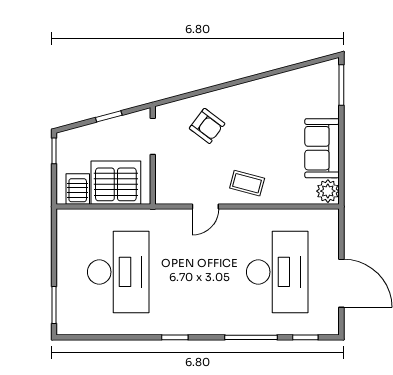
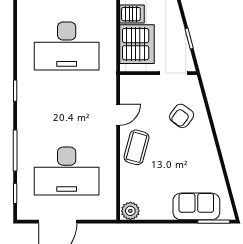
sofa: (322, 148) -> (196, 206), moved
coffee table: (247, 183) -> (137, 147), width x1.36, depth x1.30
door: (205, 207) -> (118, 115), swing flipped

